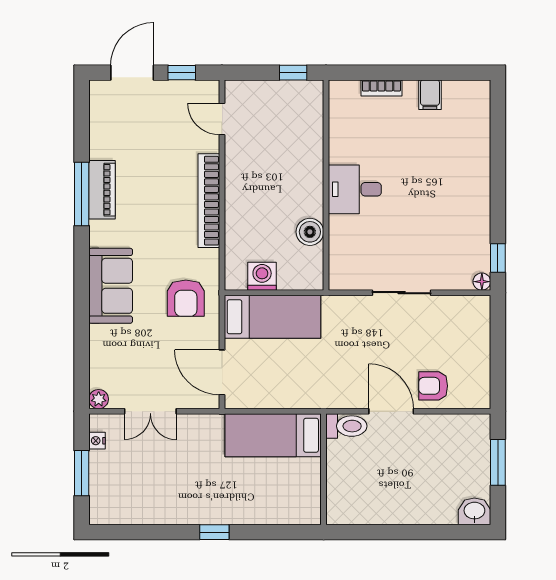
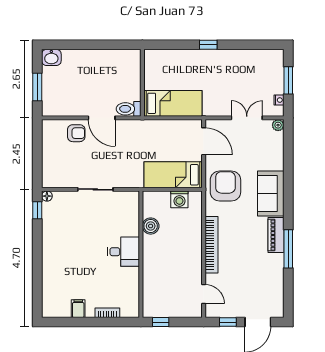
piano: (102, 190) -> (276, 235), moved
armchair: (186, 298) -> (225, 186), width x1.36, depth x1.36

